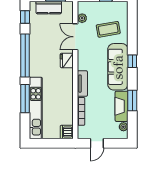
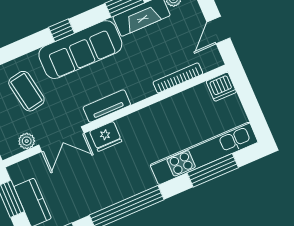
tv unit: (82, 84) -> (107, 106), moved
window: (25, 99) -> (213, 170), moved
door: (97, 143) -> (218, 30), swing flipped

